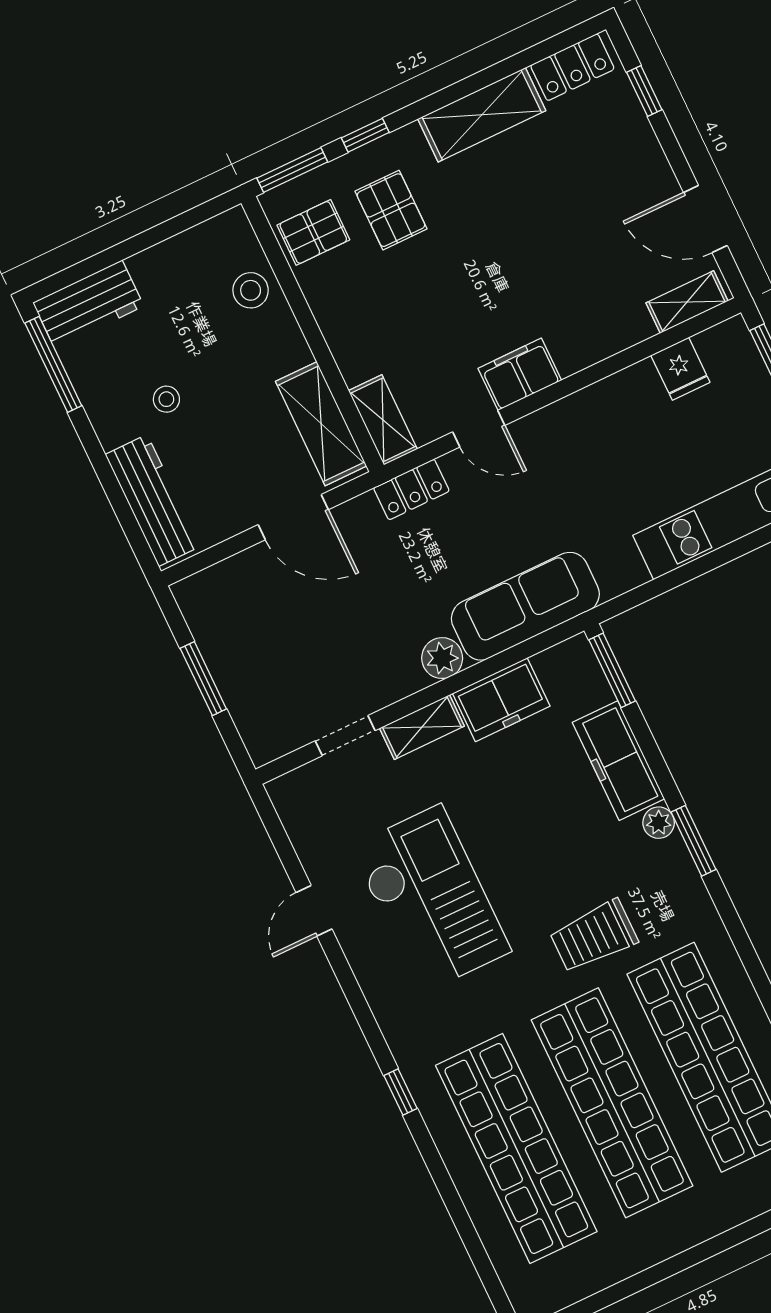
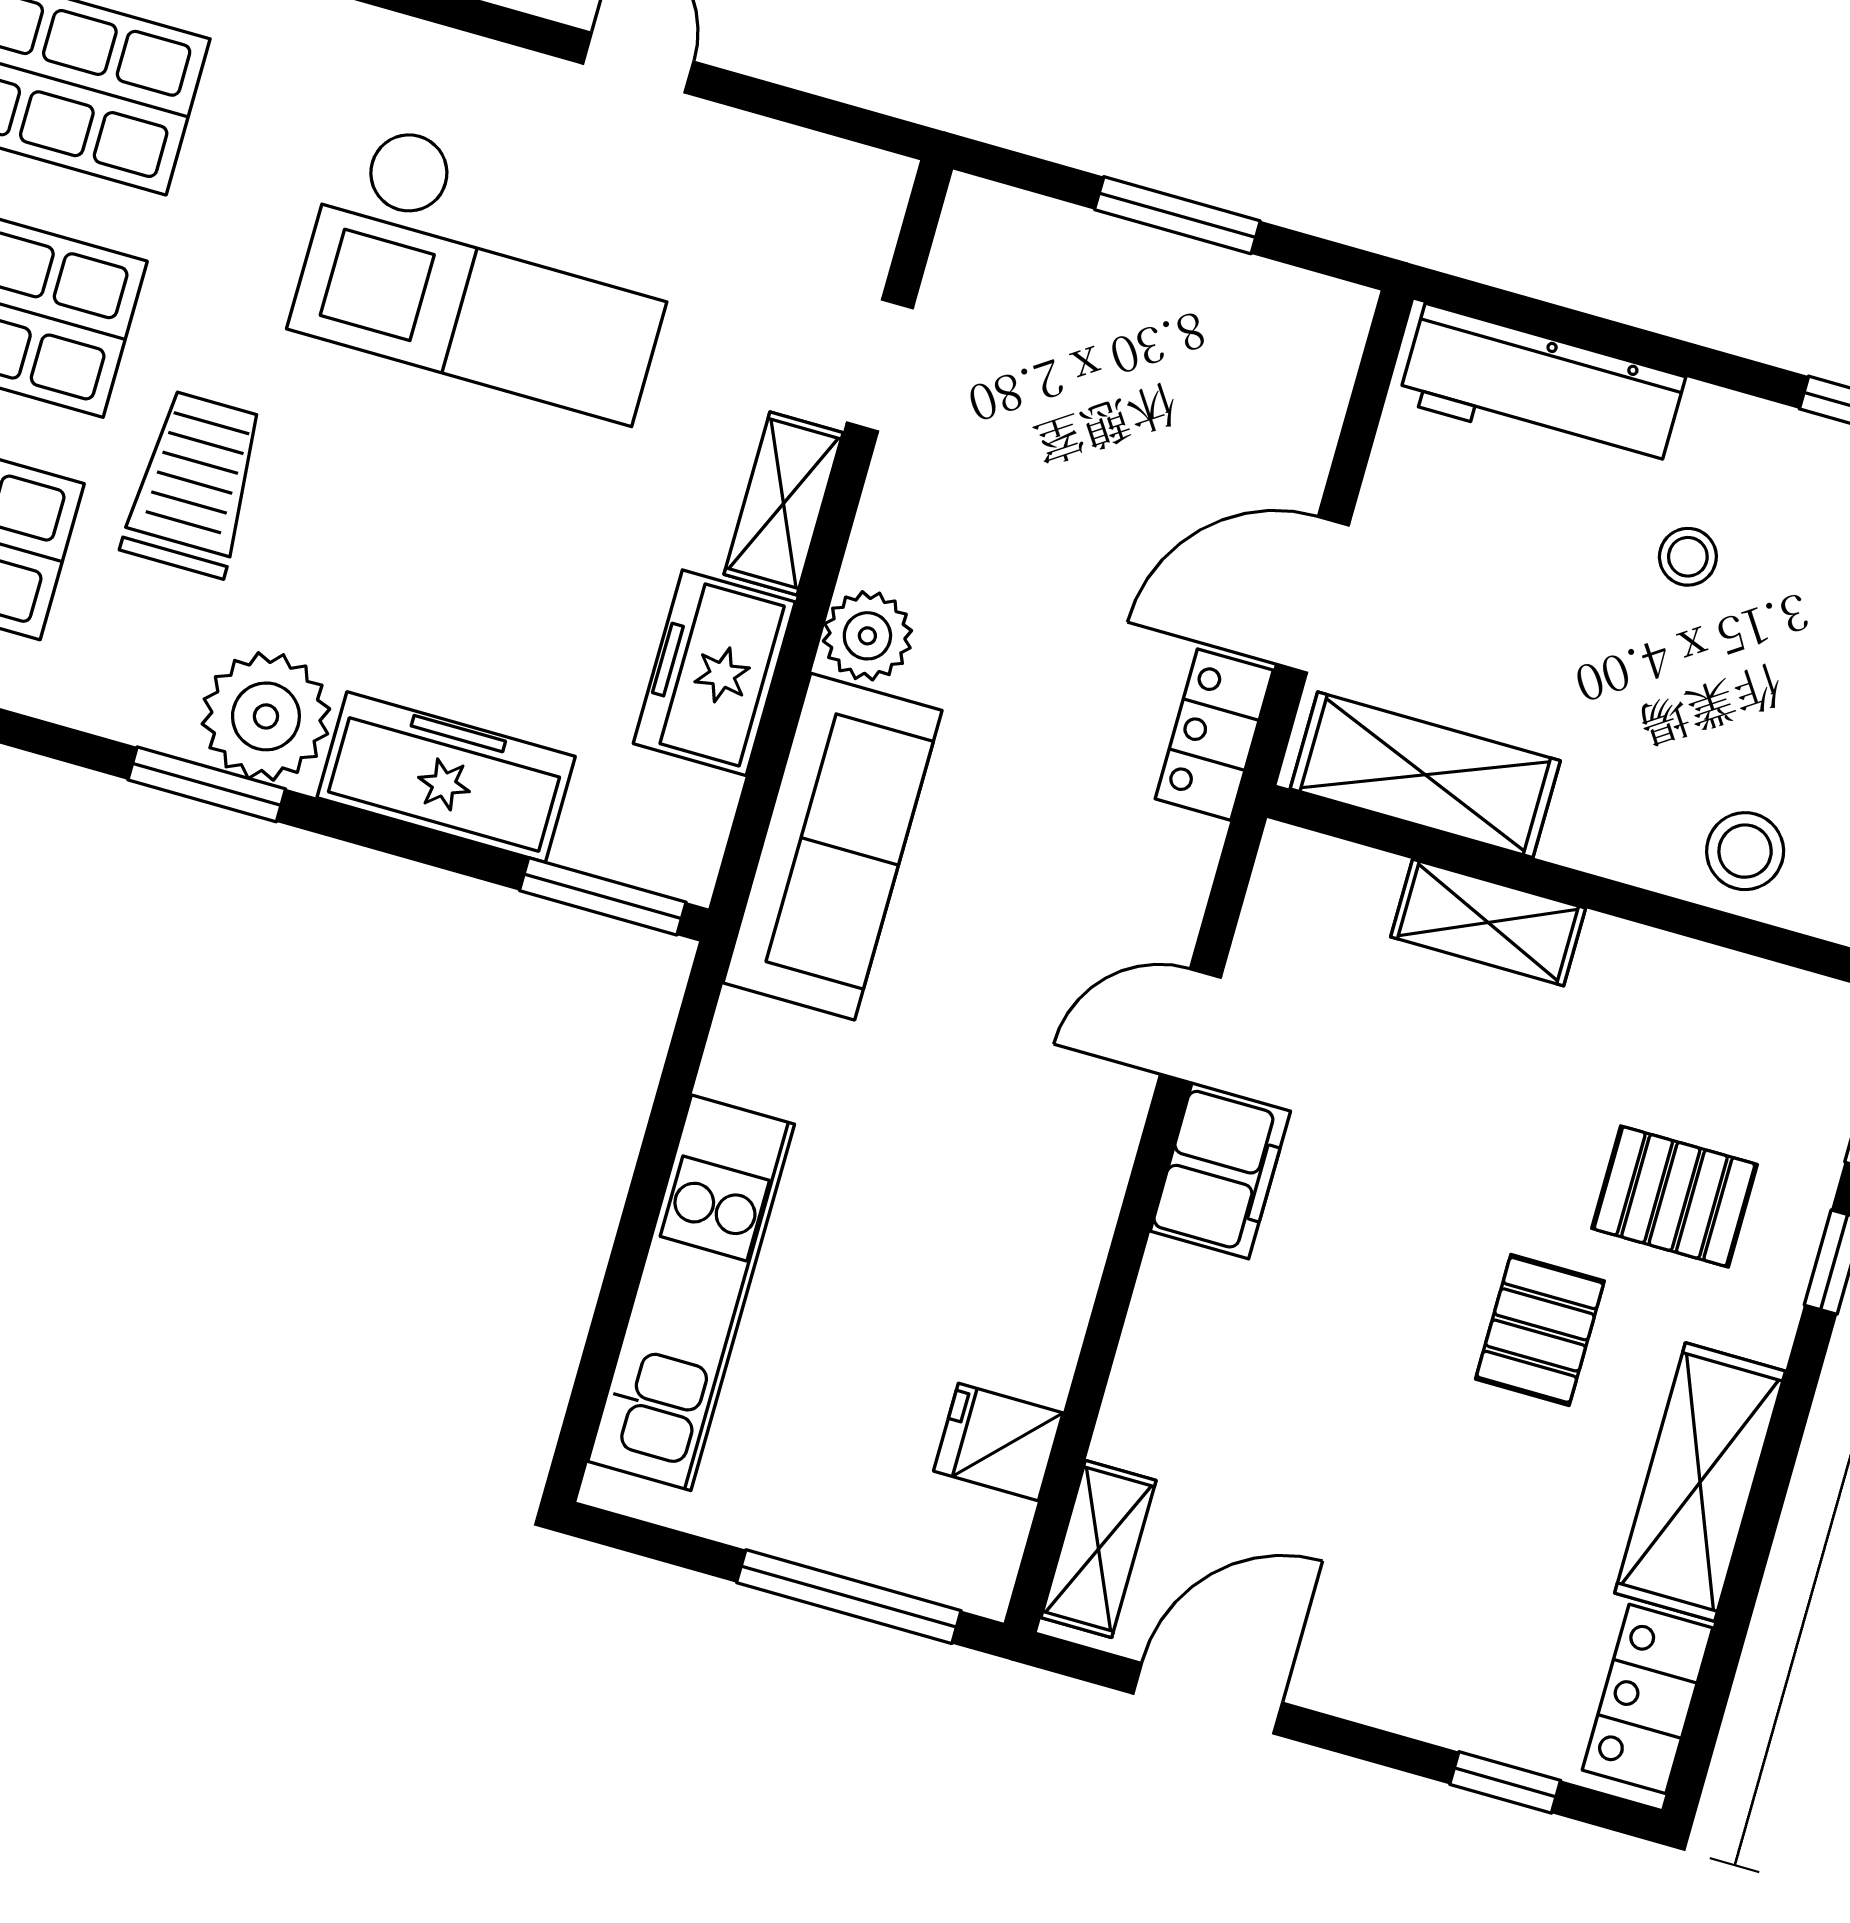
pallet: (313, 232) -> (1540, 1330), moved
shelving: (383, 420) -> (1488, 922), moved
locker: (411, 489) -> (1214, 735), moved
plant: (659, 823) -> (266, 716), width x1.87, depth x1.87

